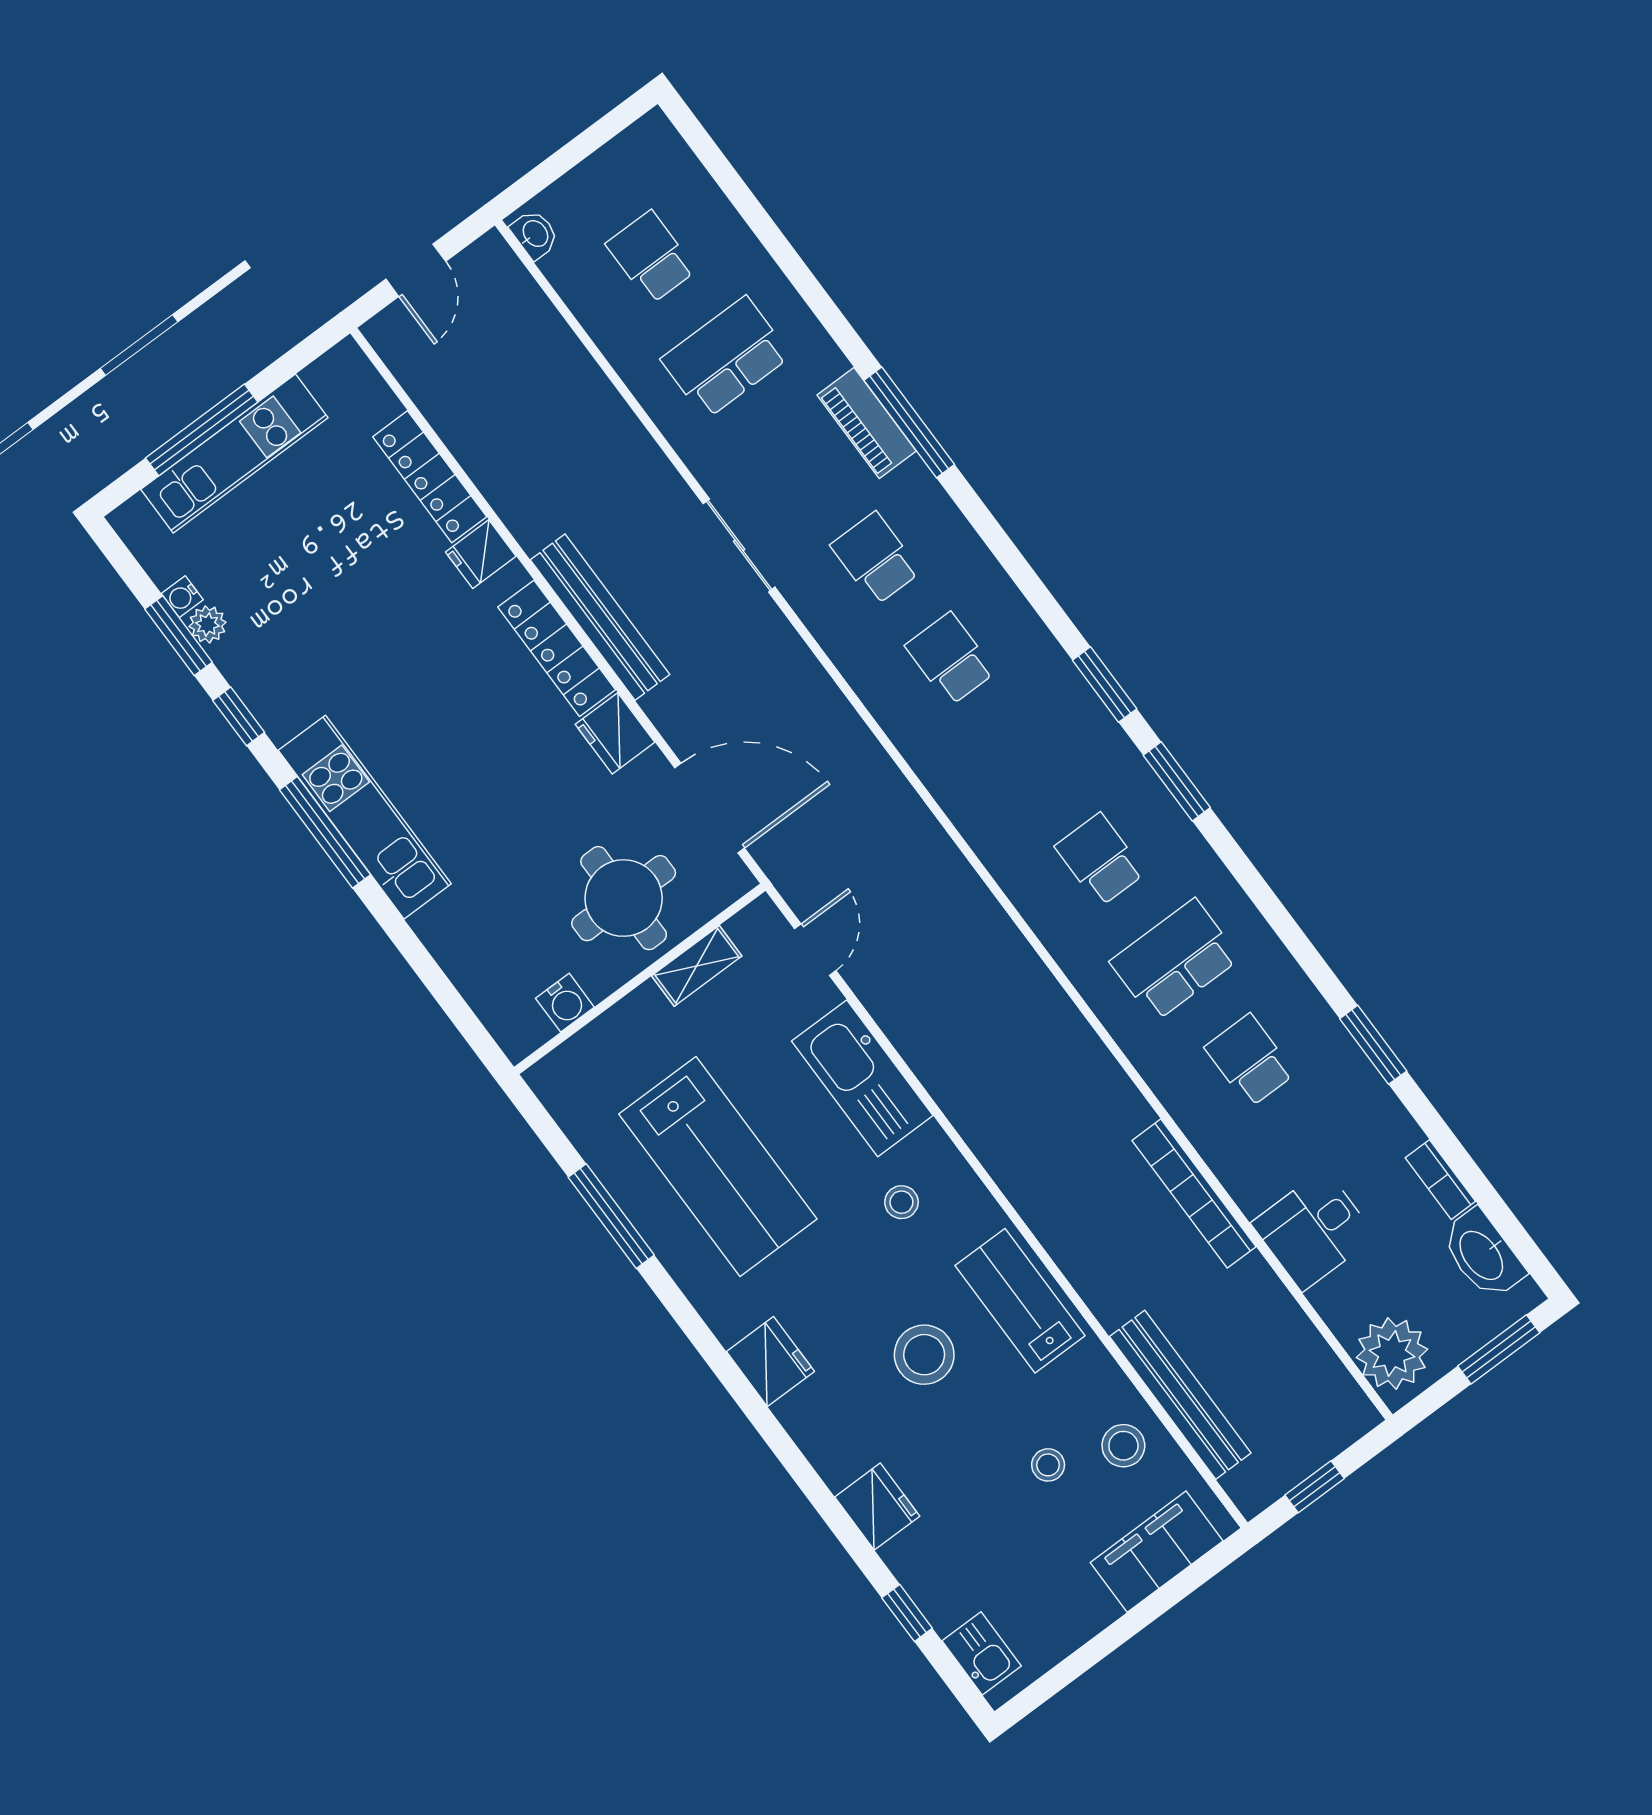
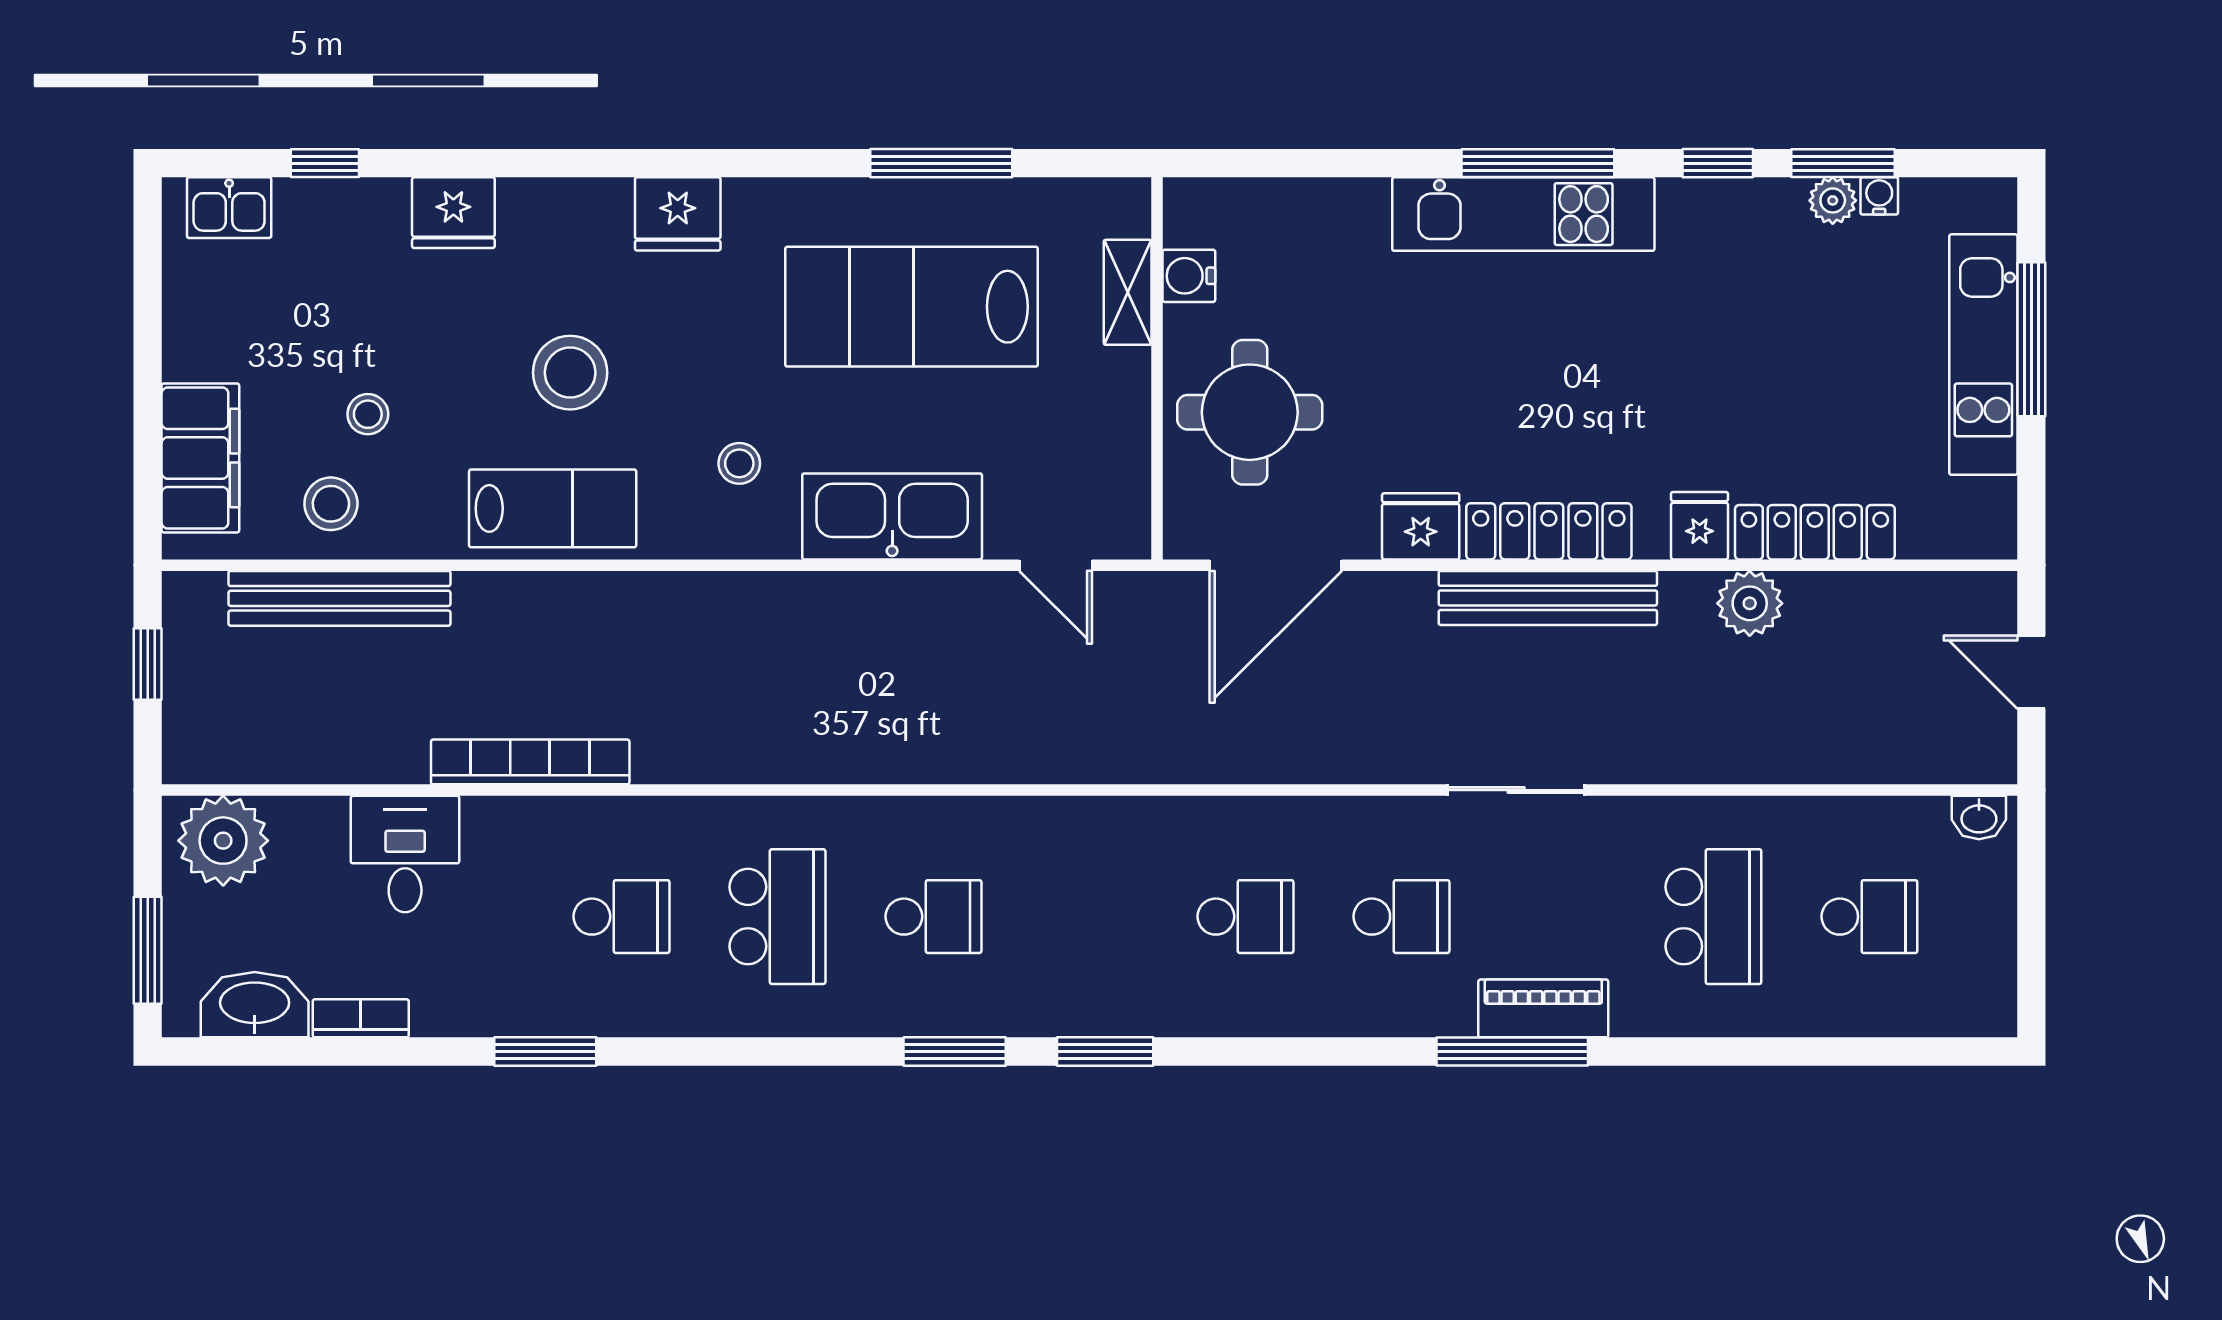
plant: (507, 485) -> (1750, 603), added
shelving: (697, 966) -> (1128, 292), moved

